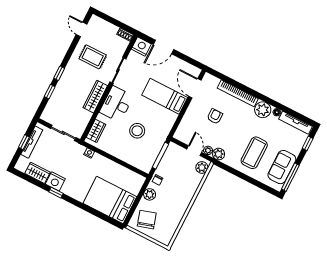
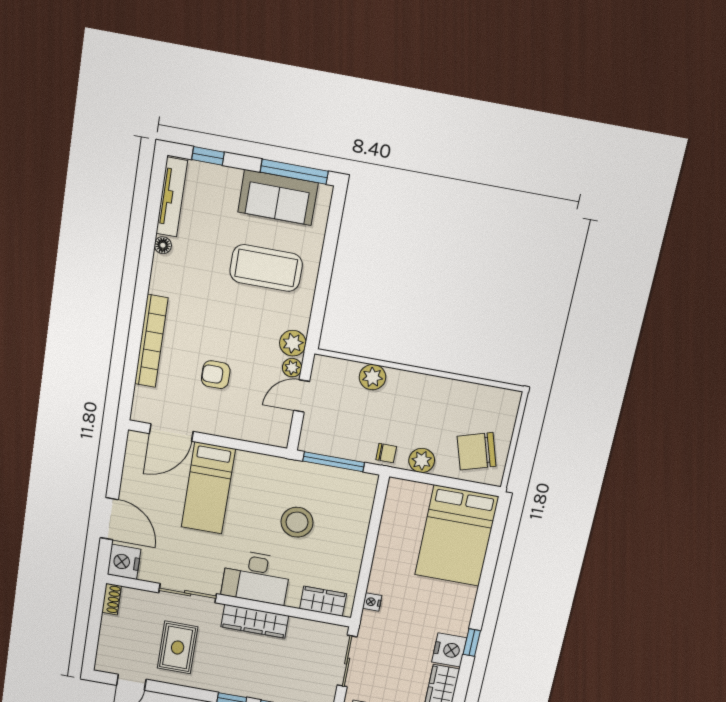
plant: (263, 110) -> (168, 278), removed
plant: (202, 167) -> (372, 377), moved

